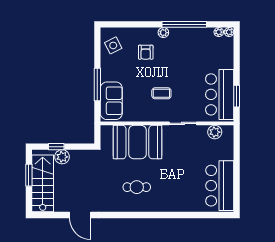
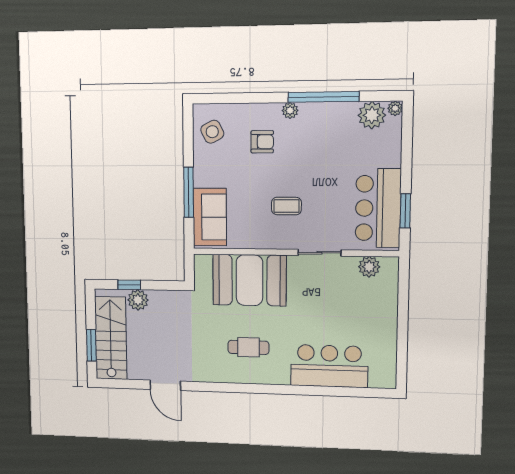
plant: (219, 32) -> (372, 115), width x1.88, depth x1.88
armchair: (146, 52) -> (262, 142), turned -90
window: (29, 175) -> (91, 345), moved
bar counter: (220, 186) -> (329, 366), moved, turned 90

